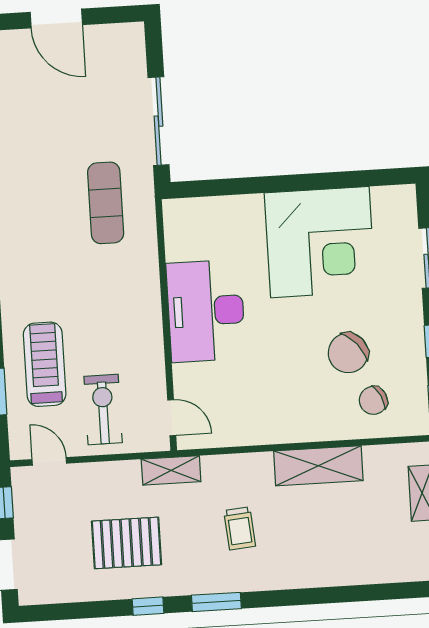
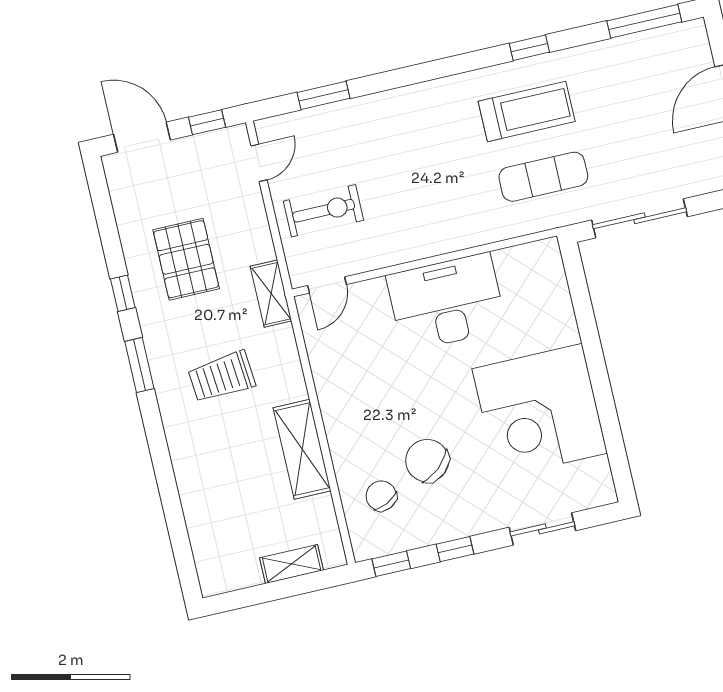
treadmill: (45, 364) -> (527, 111), moved
trolley: (240, 528) -> (222, 377), width x1.36, depth x1.39

